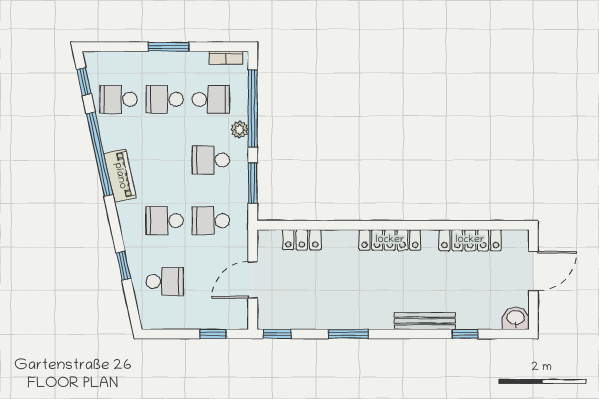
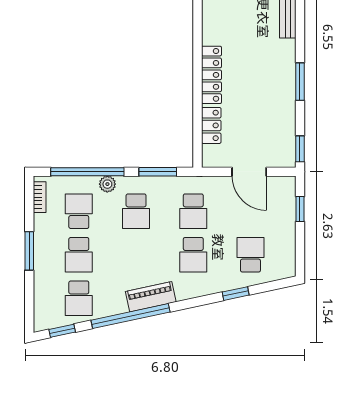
locker: (390, 240) -> (211, 75), moved

